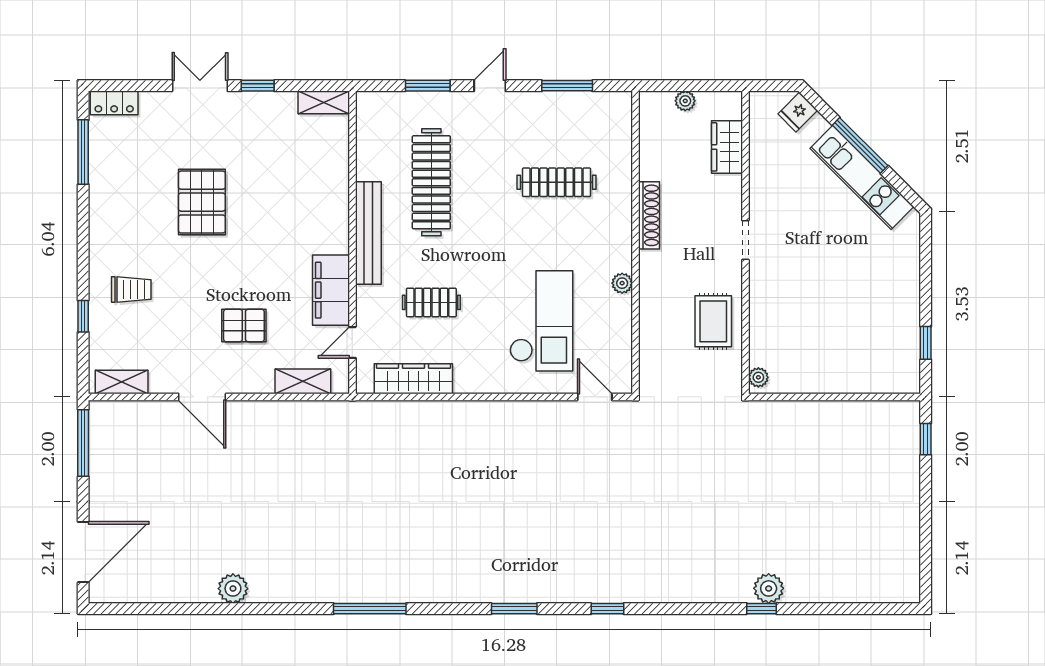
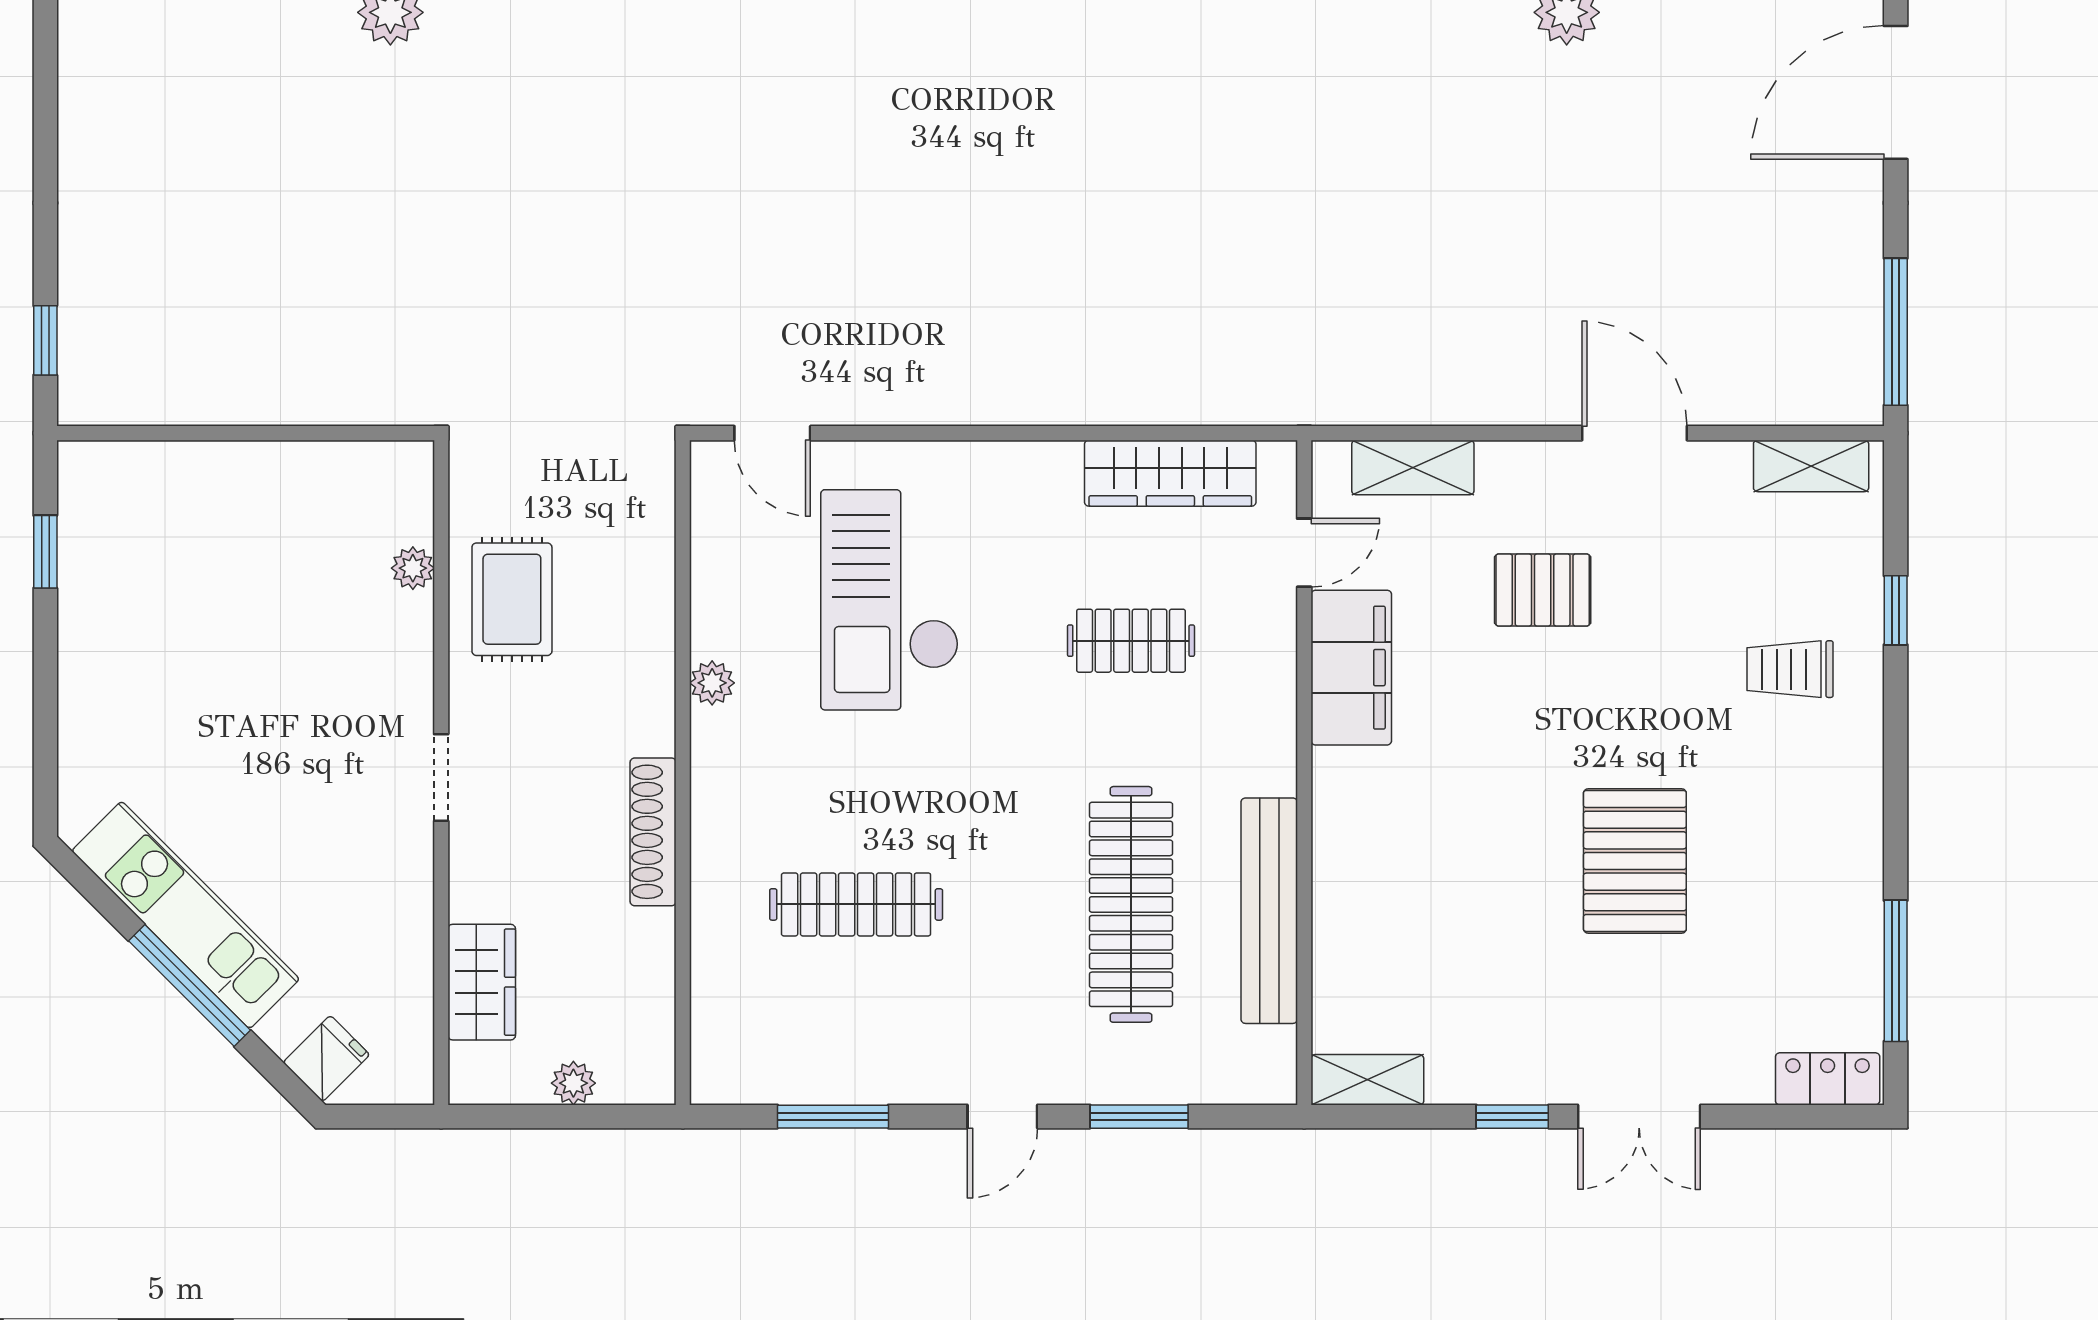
bench: (368, 233) -> (1269, 911), moved
plant: (758, 377) -> (413, 568), moved

